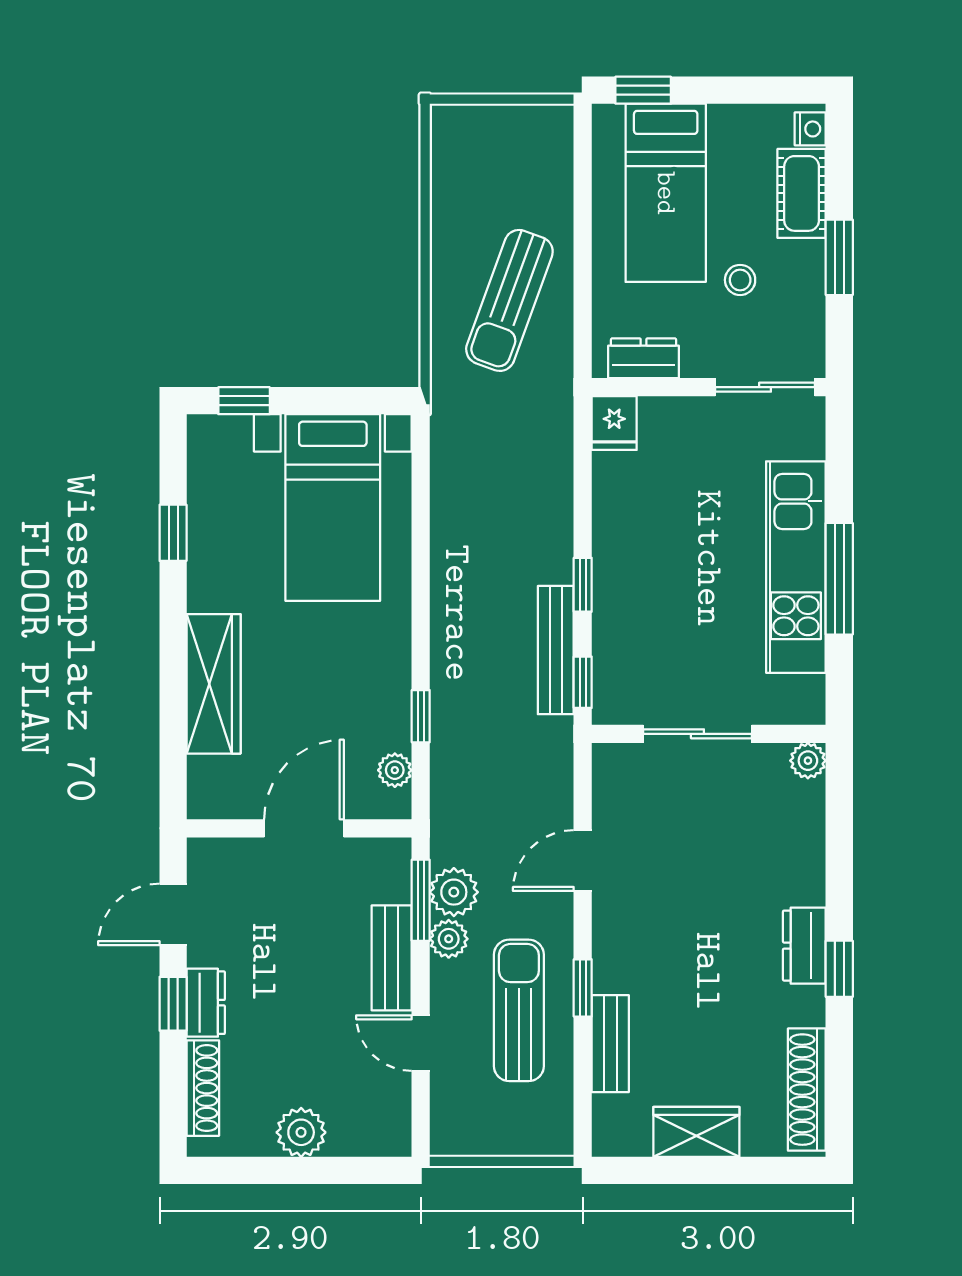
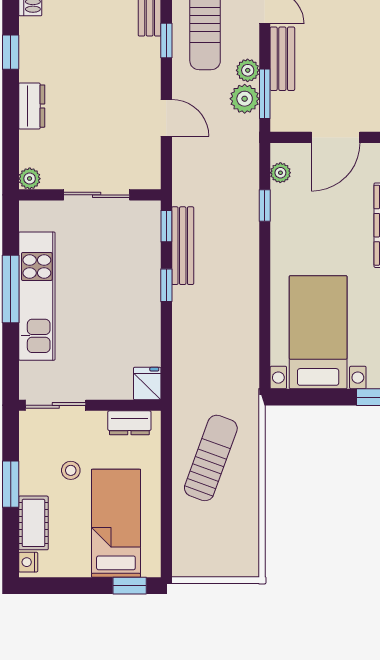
door: (583, 861) -> (166, 118), hinge flipped
dresser: (804, 946) -> (32, 106), moved

